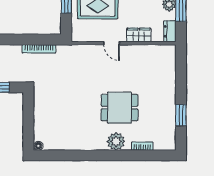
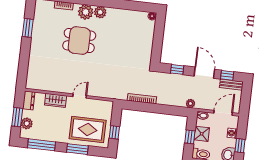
door: (112, 43) -> (80, 96), hinge flipped
plant: (99, 143) -> (100, 12), added

